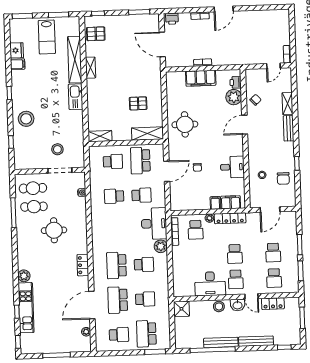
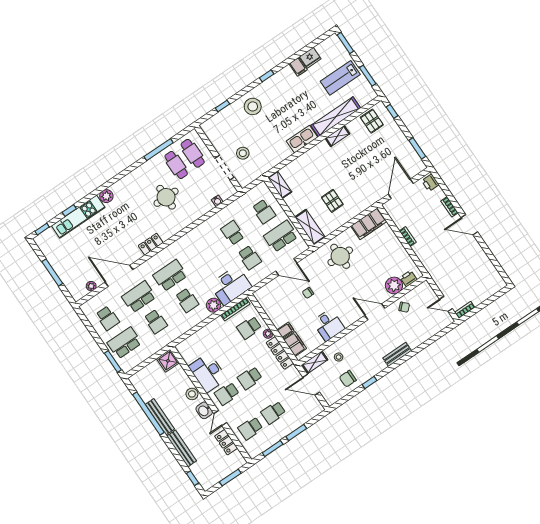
filing cabinet: (201, 78) -> (369, 224), moved, turned -90
shelving: (288, 104) -> (315, 362), moved

